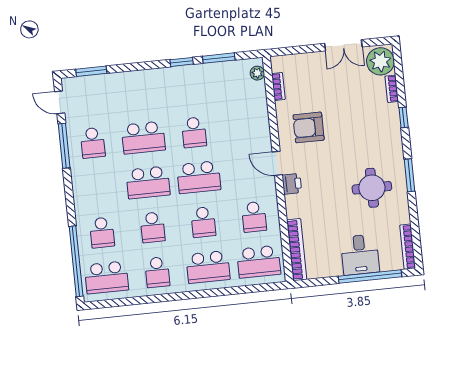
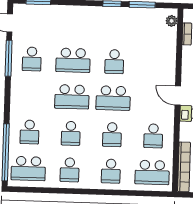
school desk: (208, 267) -> (111, 171), width x0.54

